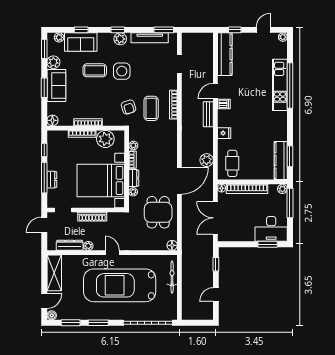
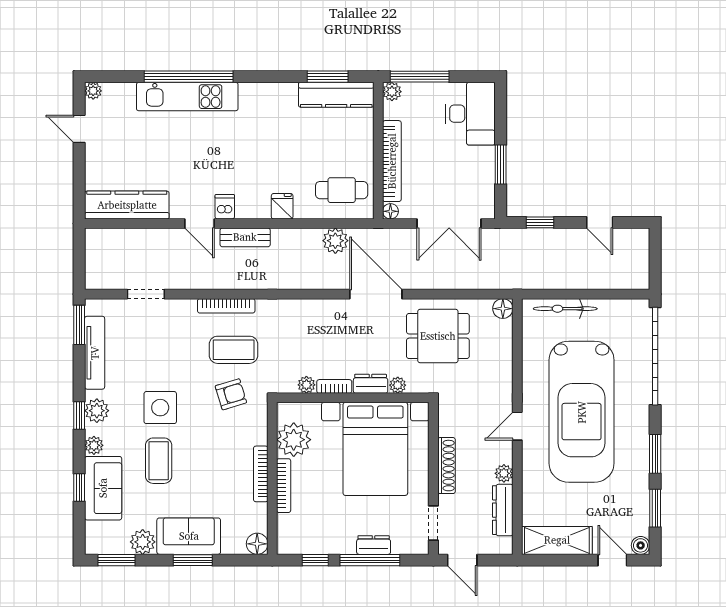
window: (235, 30) -> (79, 185), removed
plant: (59, 37) -> (94, 445), moved
window: (268, 244) -> (501, 165), moved

